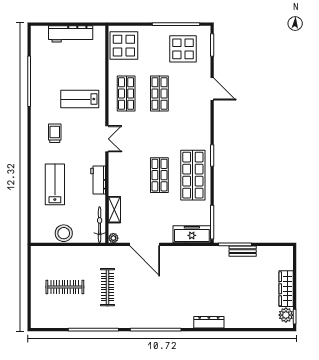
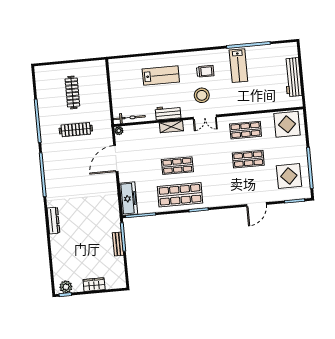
lab bench: (80, 99) -> (238, 66), moved, turned 180
shelving: (114, 210) -> (171, 127), moved
stool: (64, 233) -> (202, 95), moved
wardrobe: (286, 289) -> (94, 285), width x0.67

